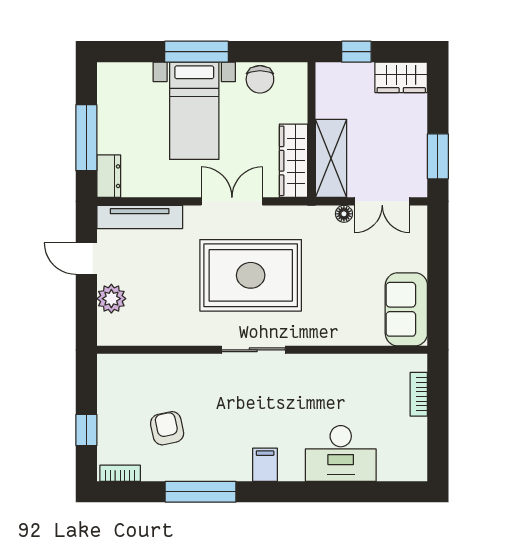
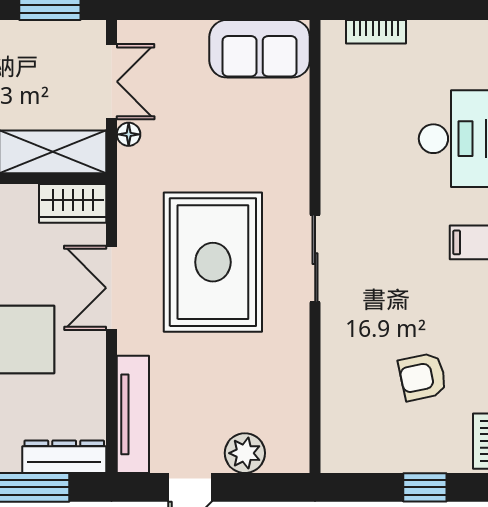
wardrobe: (294, 161) -> (73, 203), width x0.67
dresser: (109, 176) -> (64, 457), width x1.44

